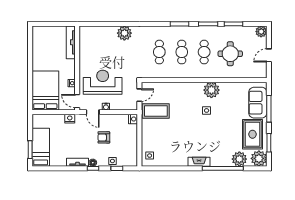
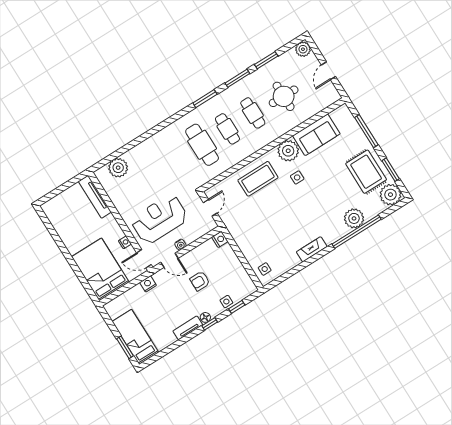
plant: (124, 33) -> (118, 168), moved
cafe table: (159, 52) -> (202, 145), width x1.37, depth x1.35
sofa: (258, 103) -> (316, 135), moved, turned -90
coffee table: (156, 111) -> (258, 179), moved
plant: (239, 159) -> (354, 218), moved
fireplace: (199, 162) -> (312, 249), moved

